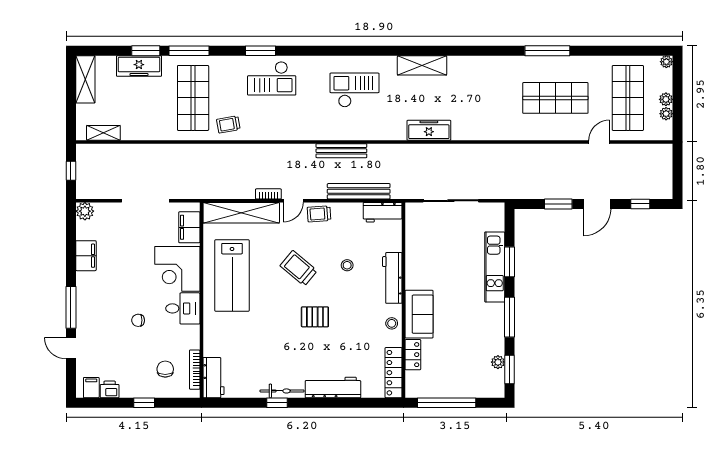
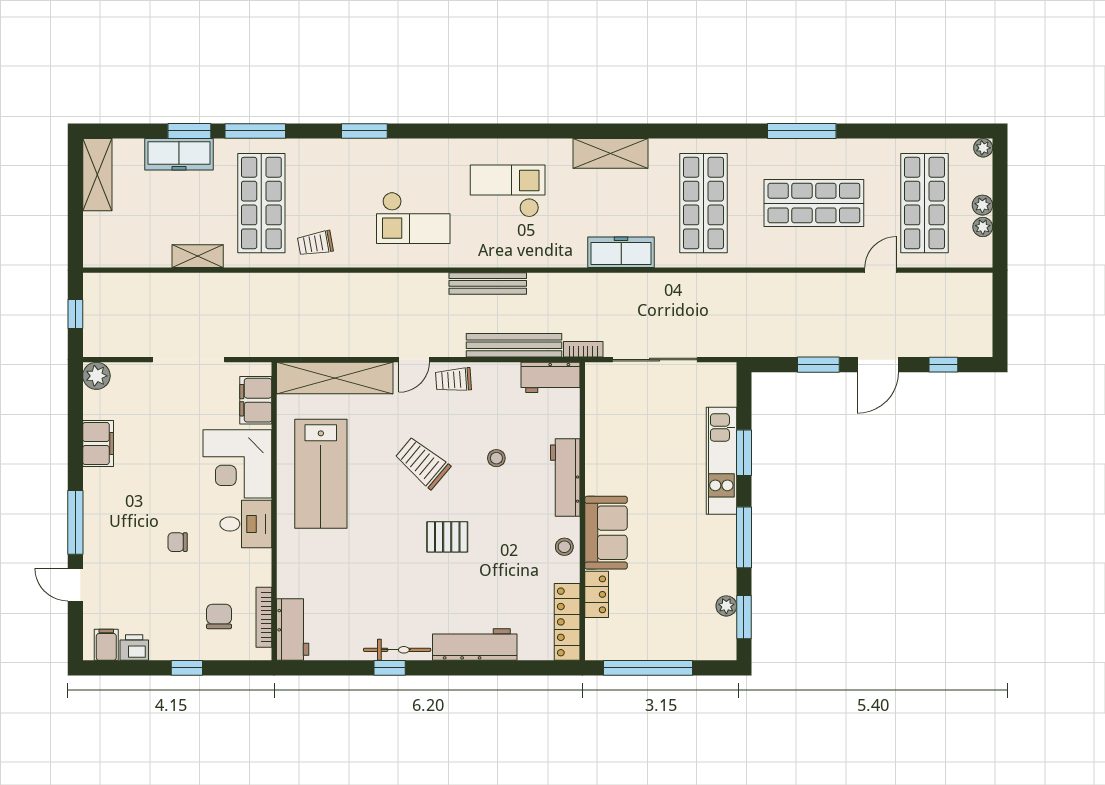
checkout: (272, 78) -> (413, 218), moved
shop shelf: (483, 98) -> (703, 203), added
shelving: (103, 133) -> (198, 256), moved
bookcase: (268, 194) -> (583, 349), moved

